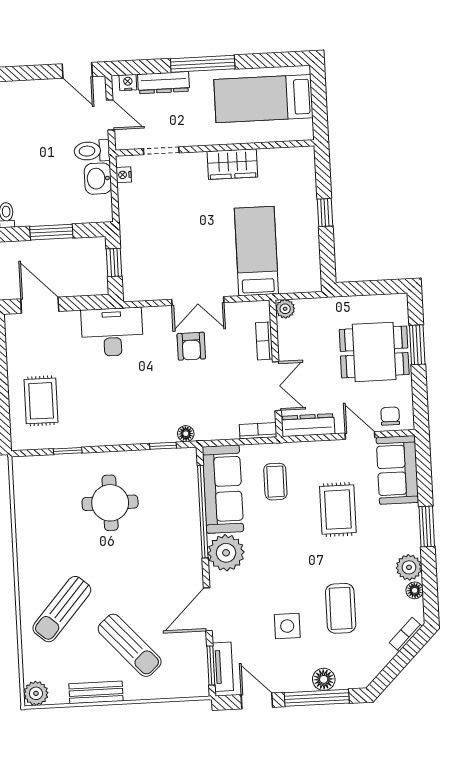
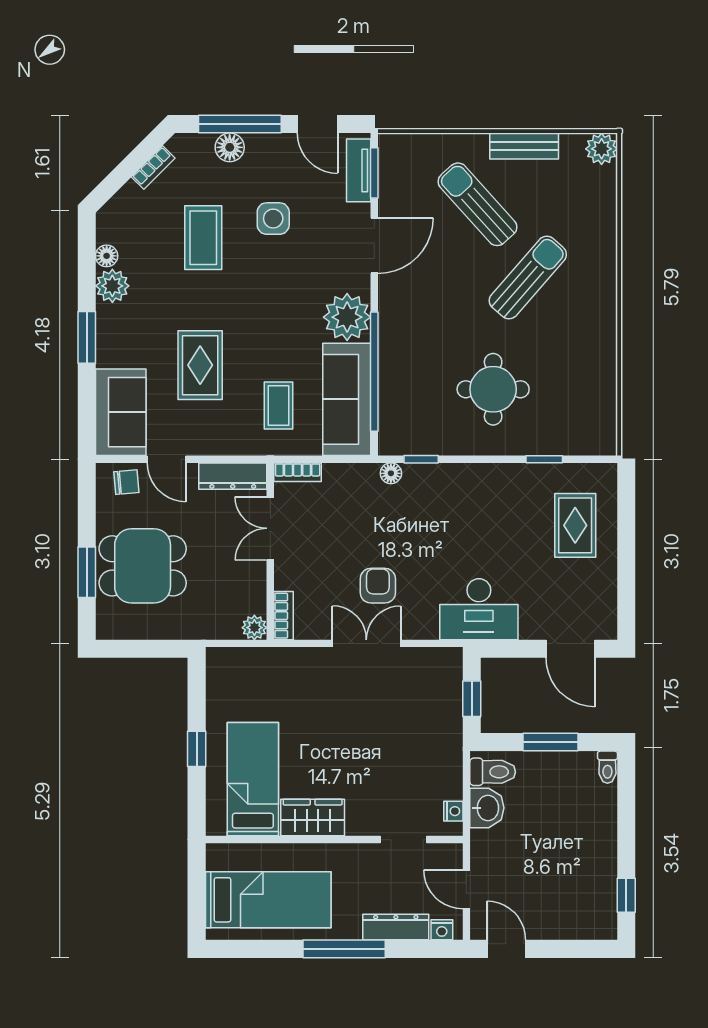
toilet: (92, 151) -> (493, 772), moved
bed: (256, 251) -> (253, 779), moved, turned 180
bookcase: (264, 341) -> (284, 616), moved
chair: (390, 416) -> (126, 482), turned -95
sun lounger: (62, 609) -> (528, 278), moved
bookcase: (406, 634) -> (153, 168), moved

